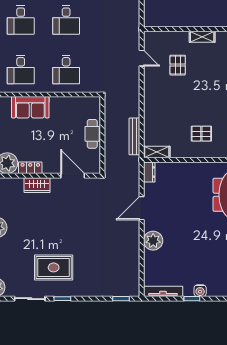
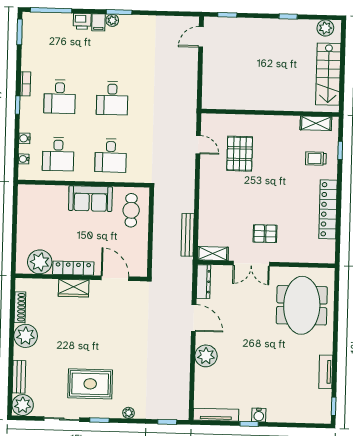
shelving: (202, 37) -> (269, 122), removed
pallet: (178, 65) -> (240, 154), width x1.50, depth x1.42
sofa: (30, 107) -> (90, 199), moved
cafe table: (92, 134) -> (131, 210), moved
double door: (190, 160) -> (251, 264), added
locker: (30, 168) -> (73, 268), width x1.53
dresser: (149, 172) -> (203, 282), width x1.44
door: (142, 208) -> (194, 318), swing flipped
plant: (87, 292) -> (129, 413), added

